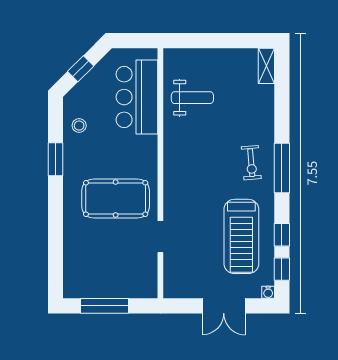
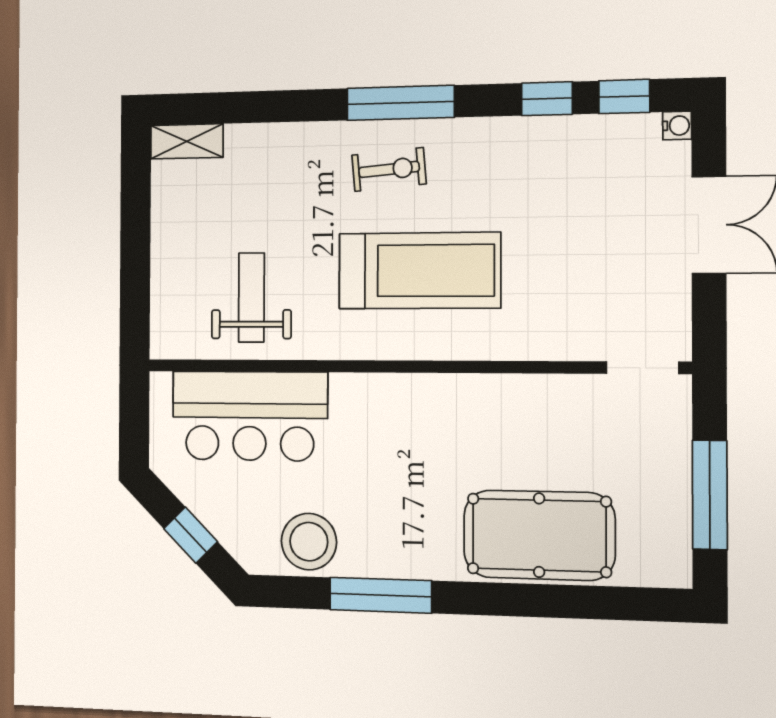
stool: (79, 126) -> (309, 542), width x1.89, depth x1.89
window: (56, 159) -> (381, 595), width x1.44
pool table: (116, 198) -> (539, 535), moved, turned 90
treadmill: (241, 236) -> (419, 271), moved
doorway: (160, 237) -> (642, 368), moved

